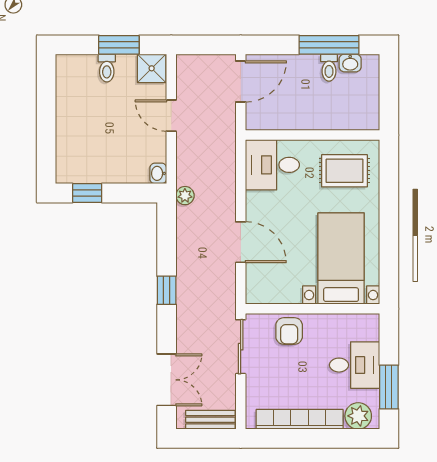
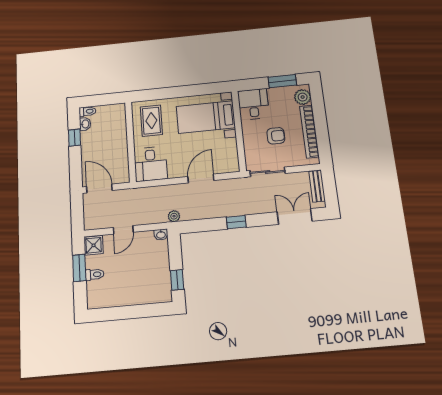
window: (329, 45) -> (74, 138), width x0.46
toilet: (329, 68) -> (87, 111), moved
armchair: (289, 331) -> (276, 136), moved
desk: (355, 365) -> (253, 104), moved

